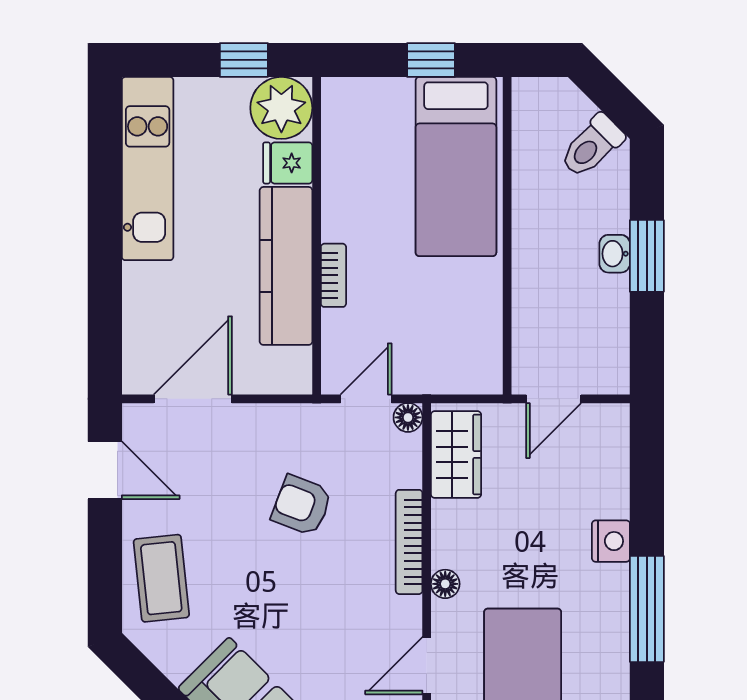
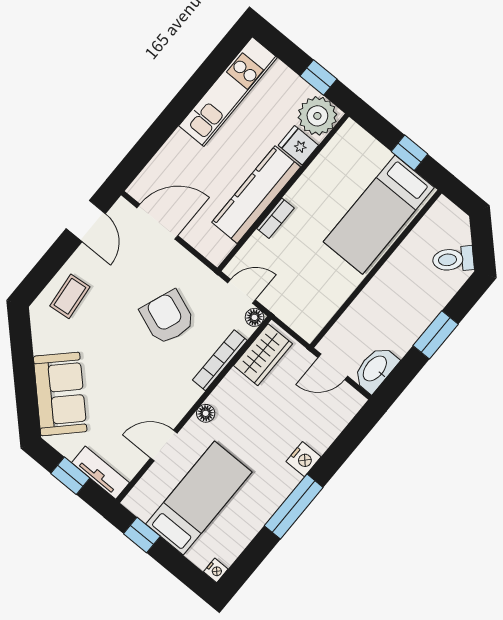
washbasin: (615, 254) -> (375, 369), moved, width x1.91, depth x1.45
armchair: (302, 505) -> (167, 317), width x1.38, depth x1.38
bookcase: (409, 542) -> (220, 360), moved
coffee table: (161, 578) -> (70, 296), width x0.73, depth x0.77

